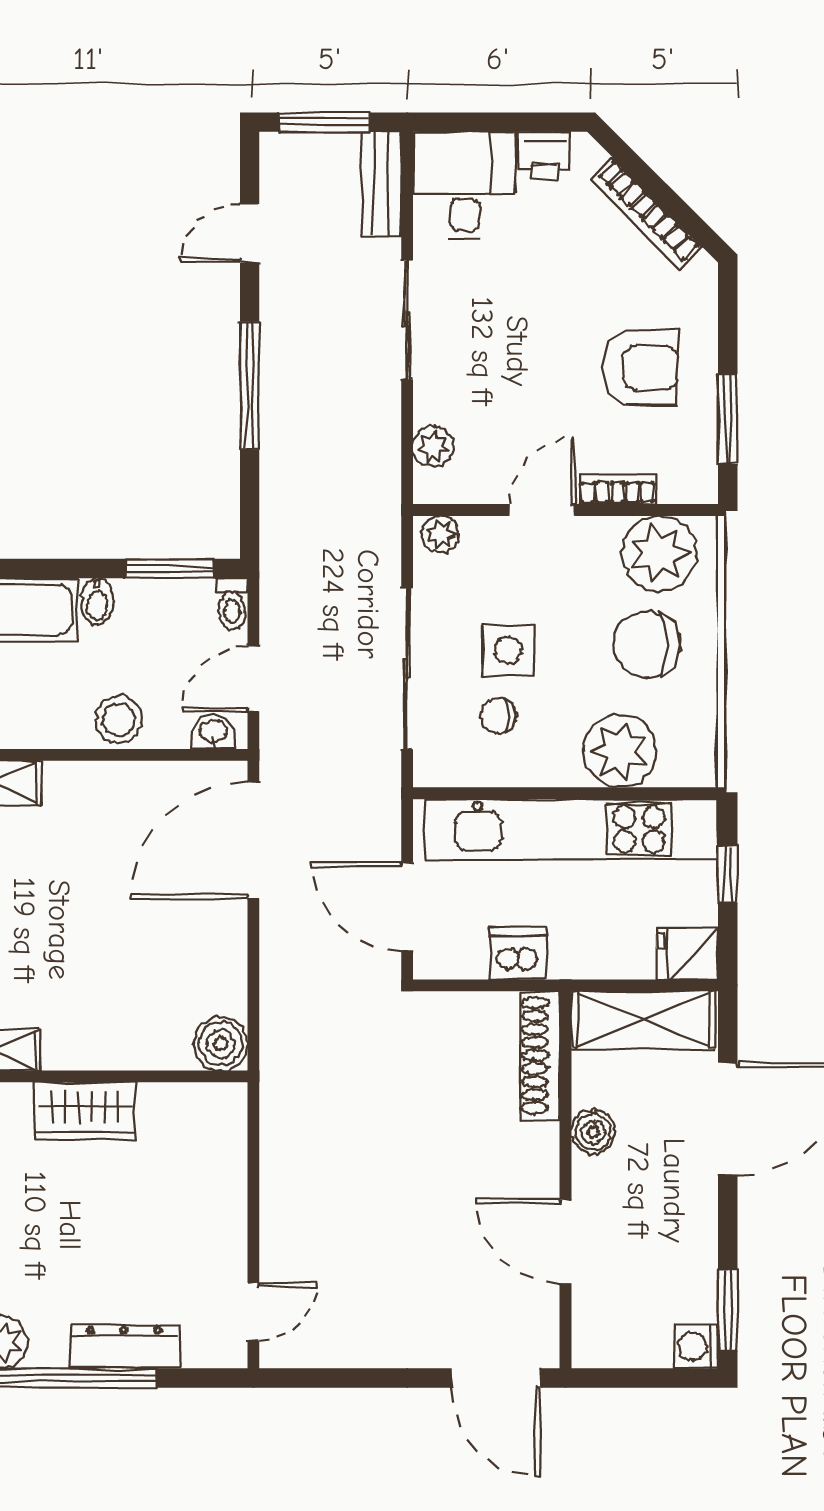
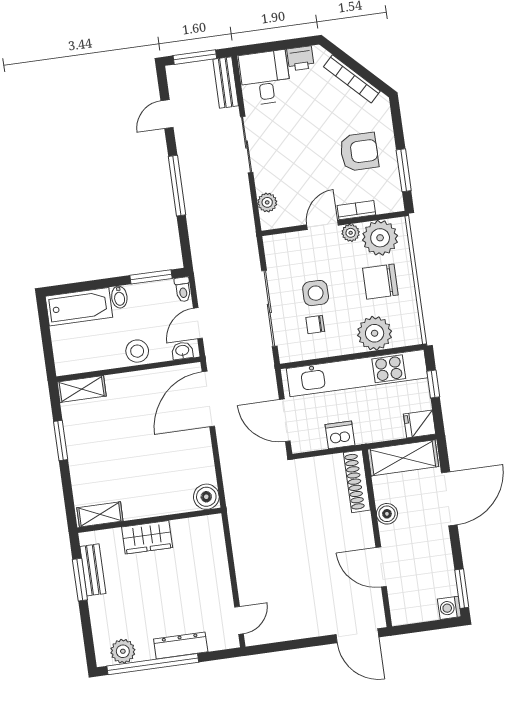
plant: (440, 534) -> (351, 233), moved

